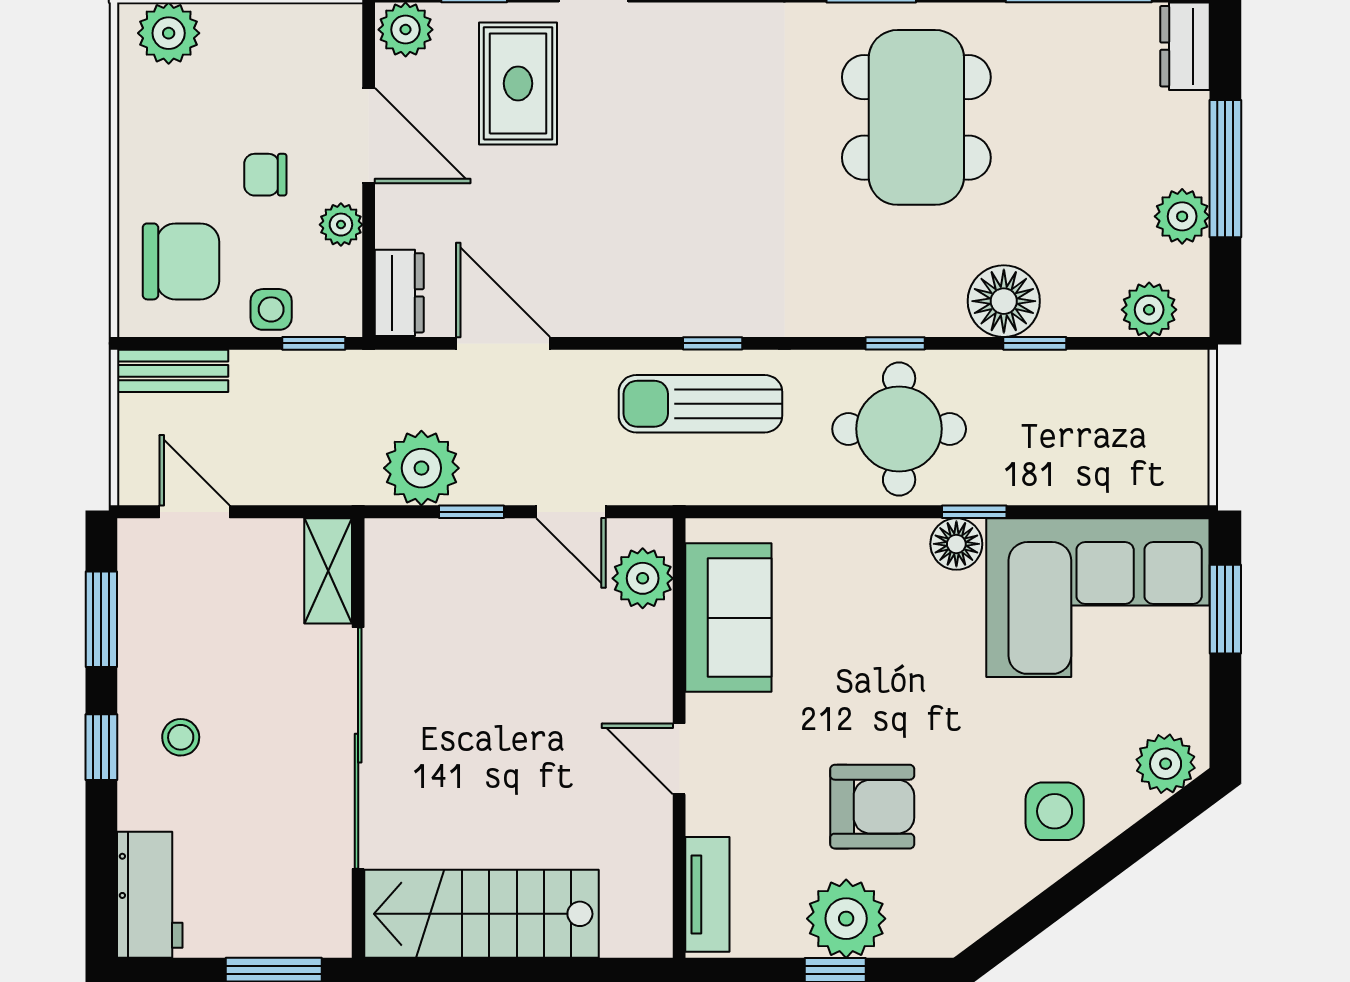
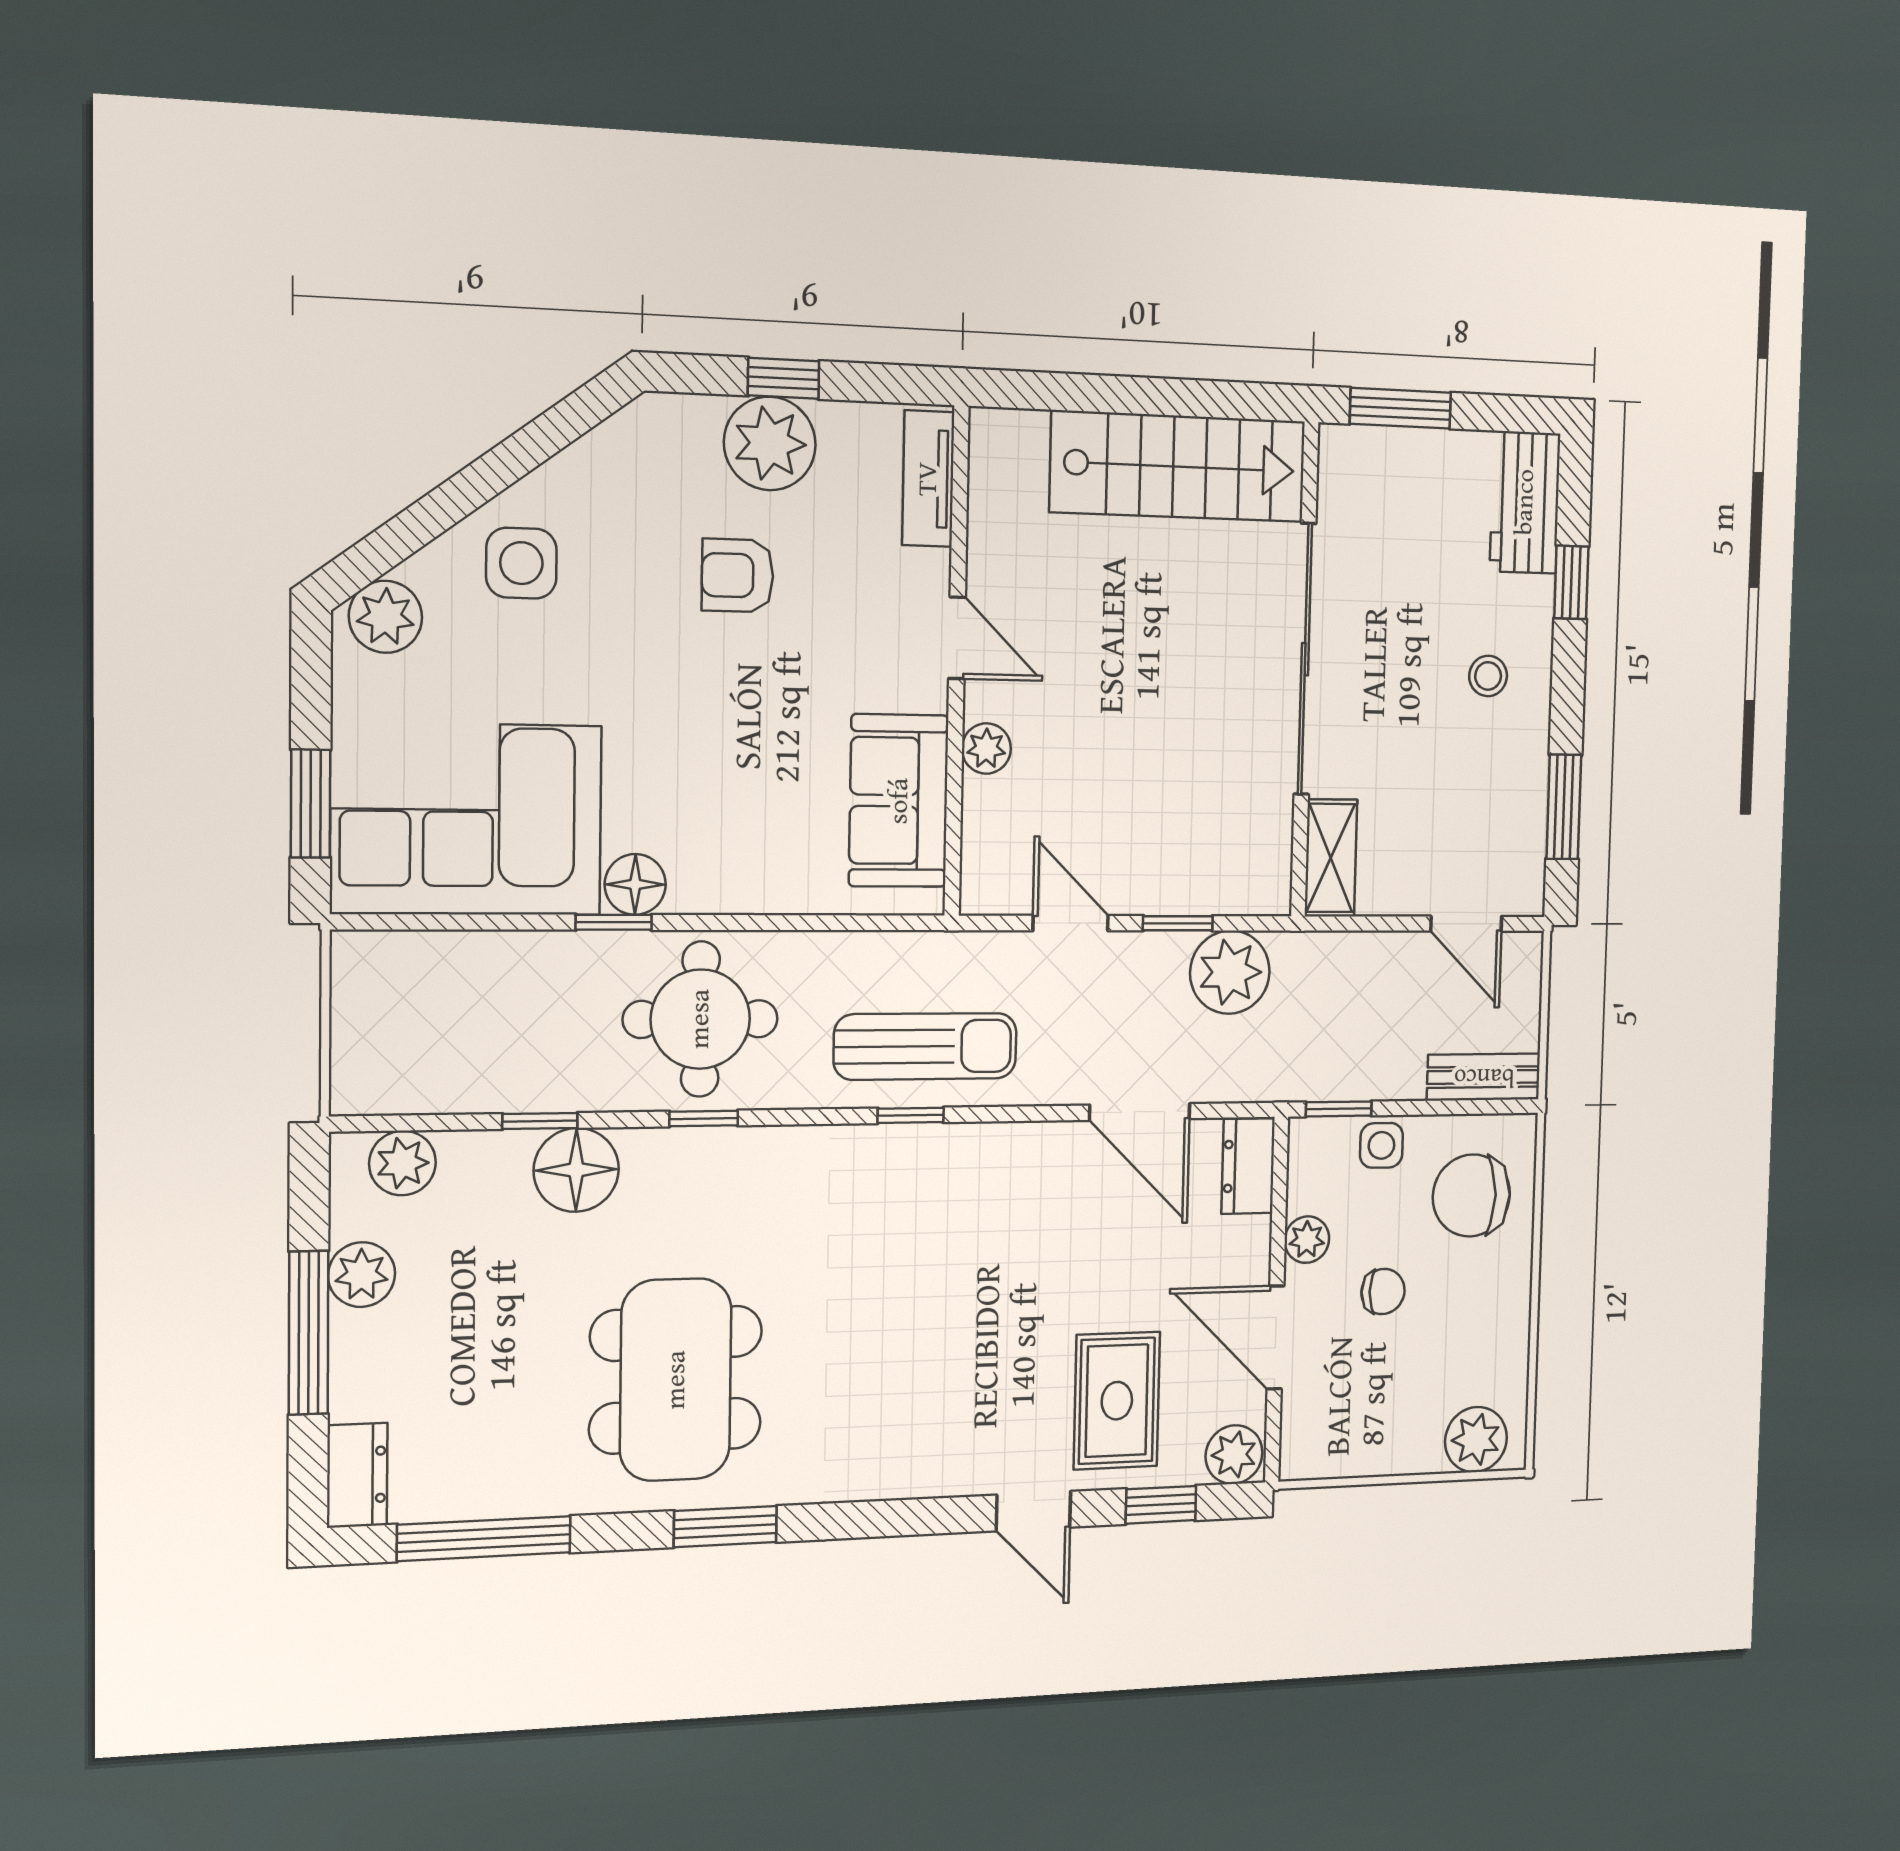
plant: (643, 578) -> (986, 749), moved, width x0.73, depth x0.73
window: (101, 747) -> (1571, 582), moved
armchair: (872, 807) -> (738, 575), width x0.72, depth x0.72

